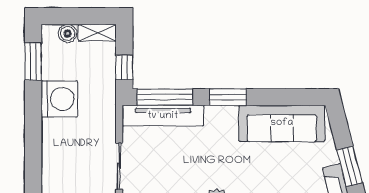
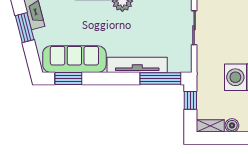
window: (228, 97) -> (68, 79), moved
tv unit: (163, 116) -> (137, 65), moved

